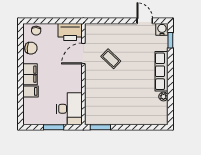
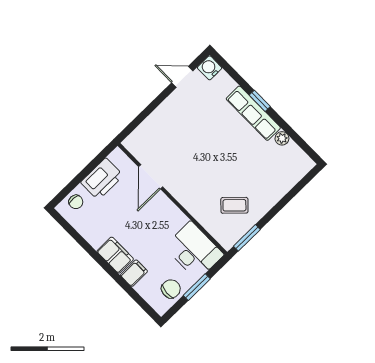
printer: (70, 32) -> (102, 179), moved
window: (170, 40) -> (260, 101), moved
chair: (31, 48) -> (171, 289), moved
coffee table: (111, 59) -> (234, 205), moved

